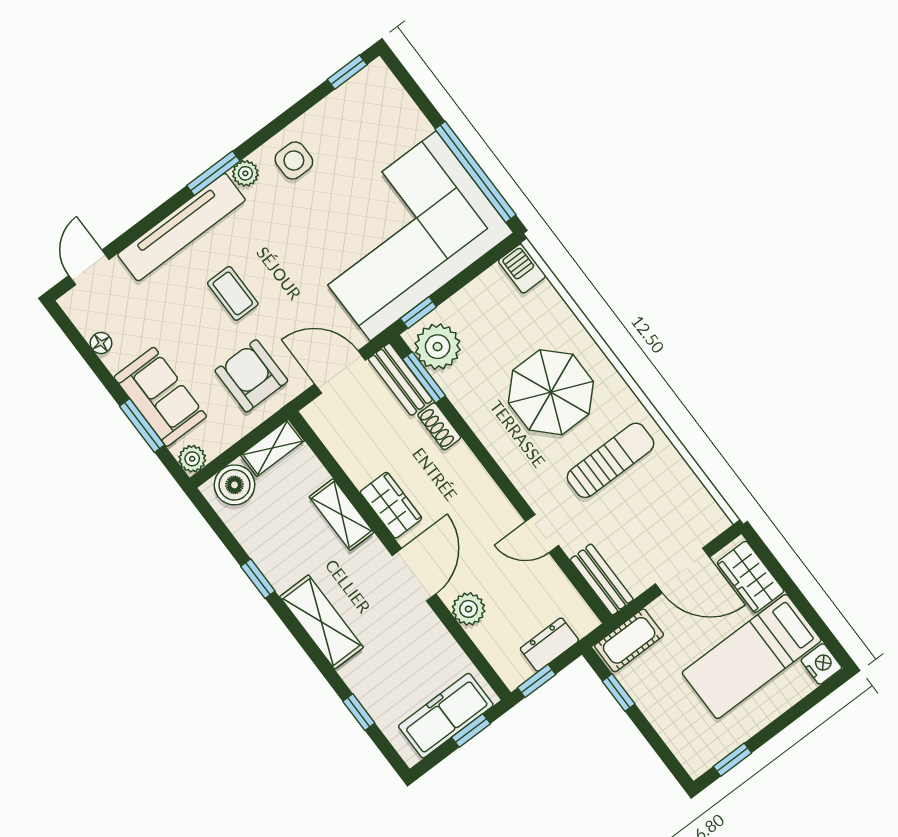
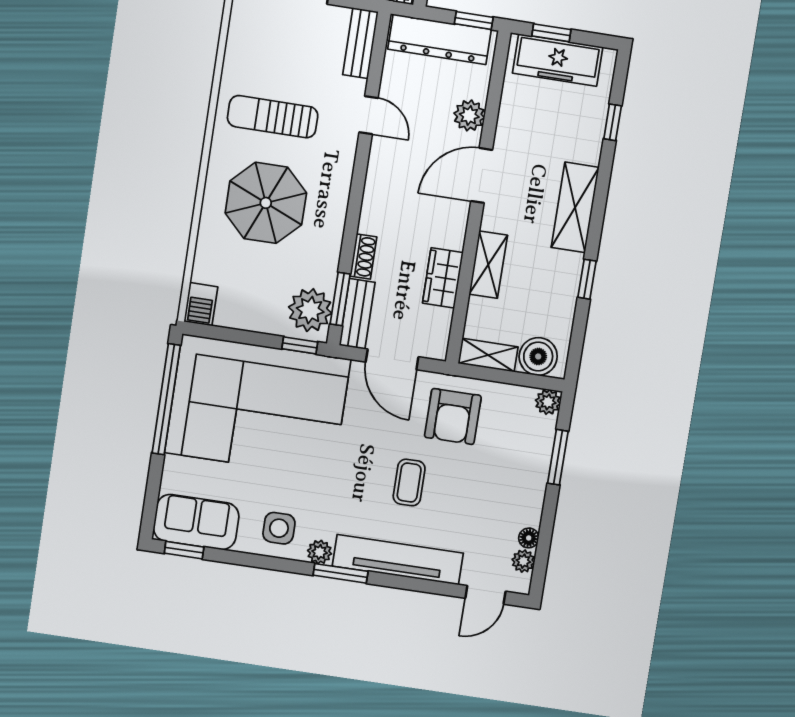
plant: (87, 322) -> (523, 561), added
sofa: (160, 397) -> (196, 522), moved, turned 90
wardrobe: (391, 505) -> (443, 278), moved
dresser: (549, 645) -> (440, 39), width x1.96, depth x1.24

